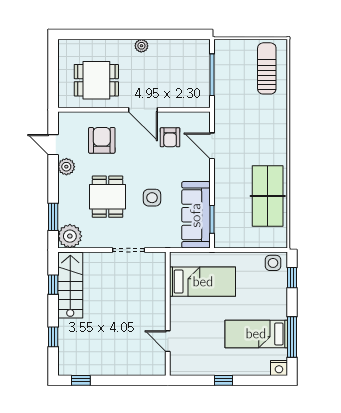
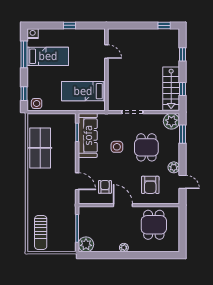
plant: (199, 51) -> (86, 244), added
dining table: (96, 80) -> (154, 225), turned 90

